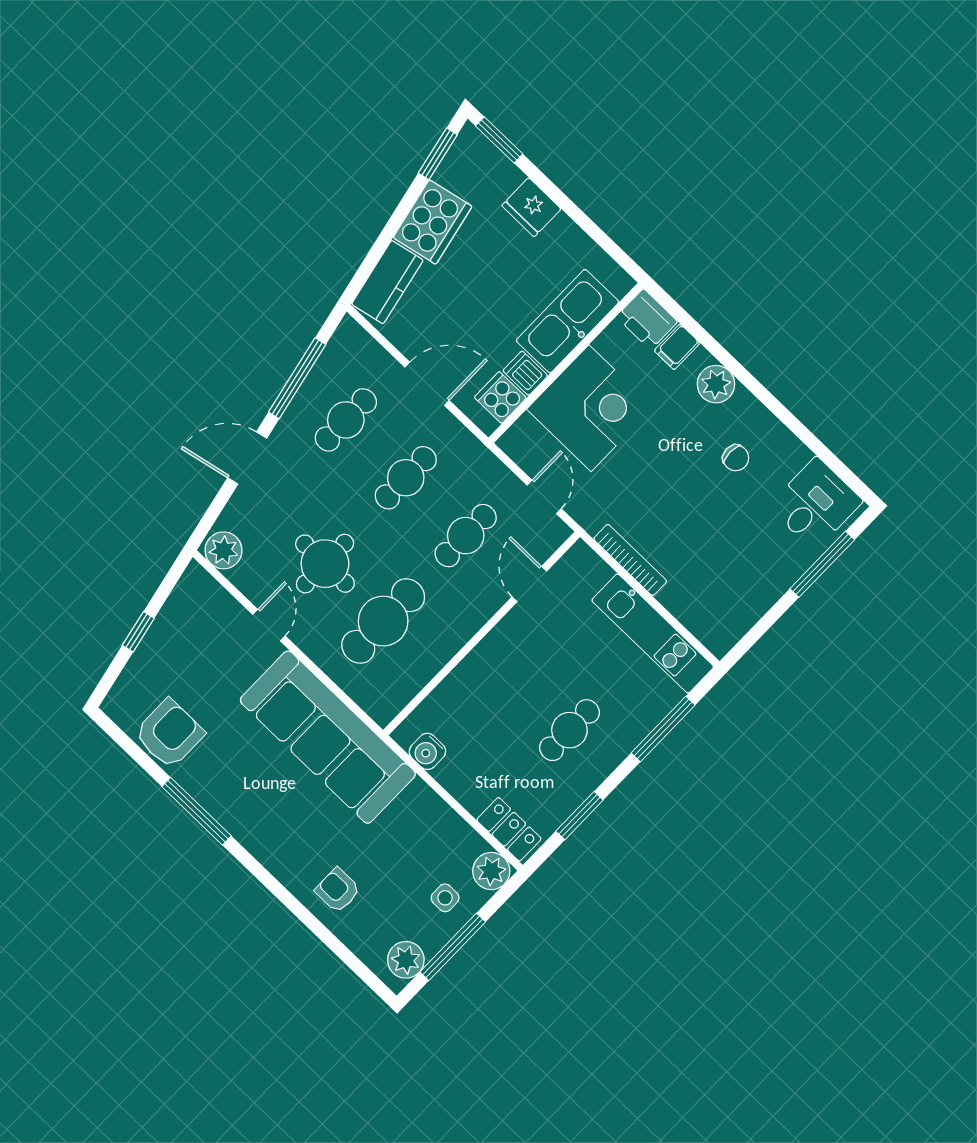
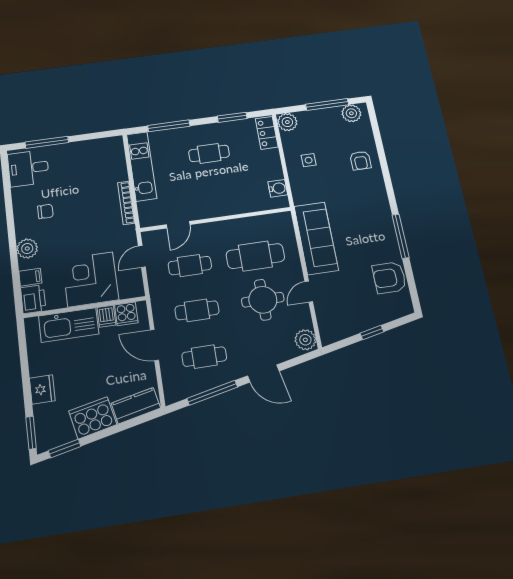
chair: (736, 458) -> (45, 211), turned 90
sofa: (328, 737) -> (316, 238), width x0.74, depth x0.79
side table: (445, 898) -> (309, 160), moved

